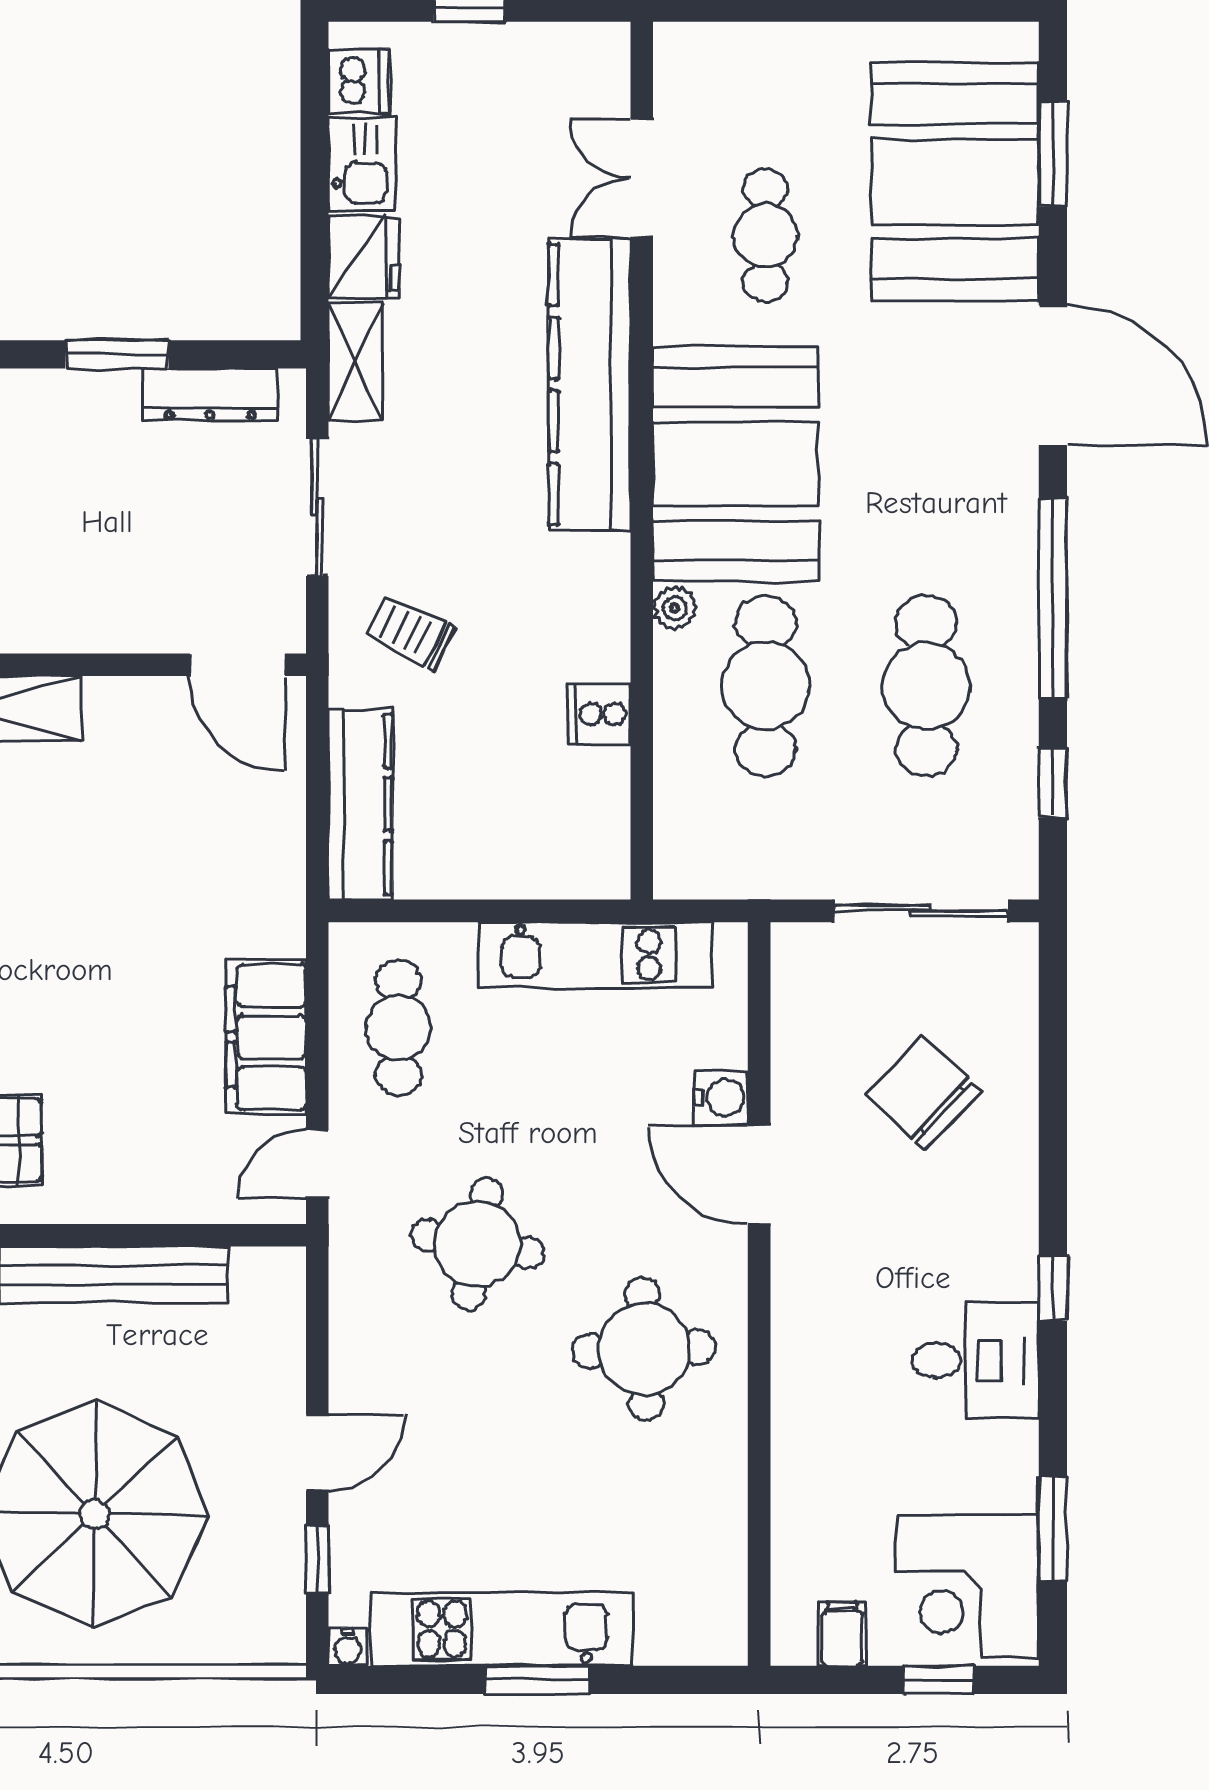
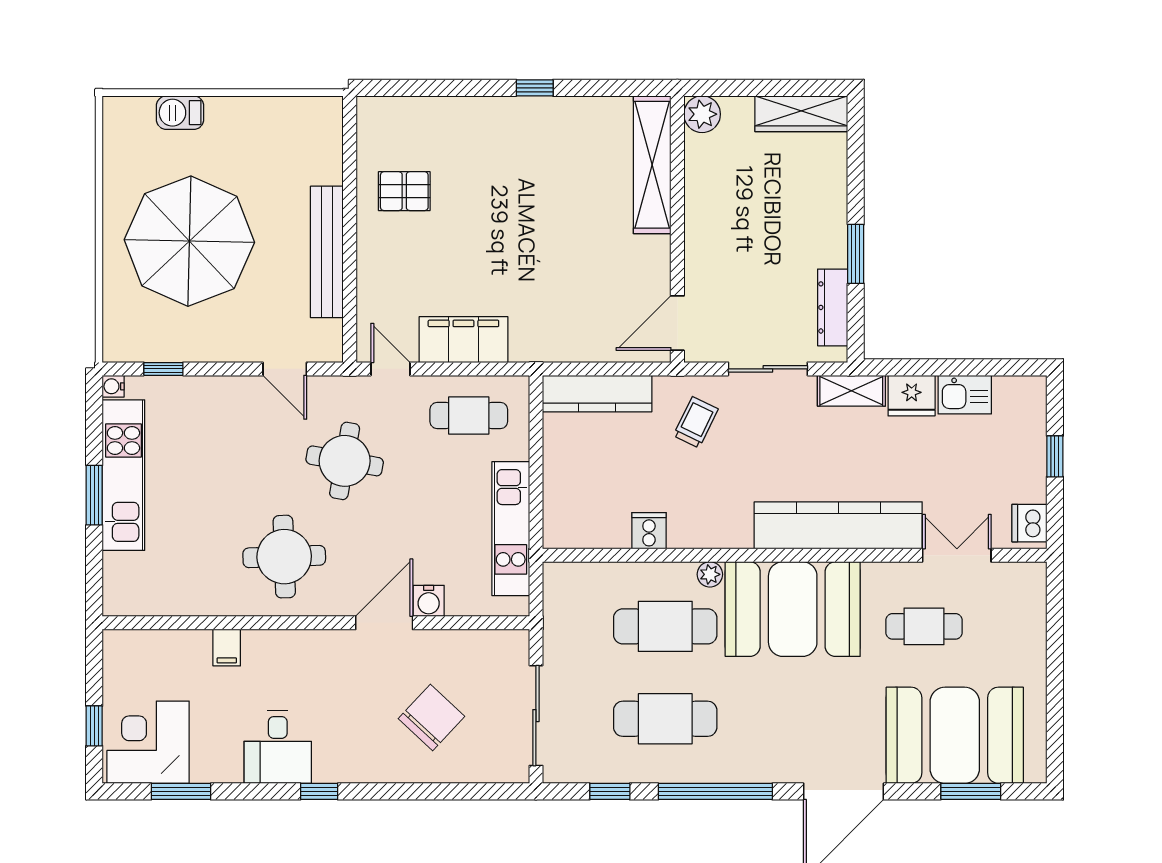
dishwasher: (359, 81) -> (1029, 523), moved, turned 90
door: (317, 1452) -> (285, 369), moved
filing cabinet: (842, 1634) -> (227, 648), moved, turned 90

